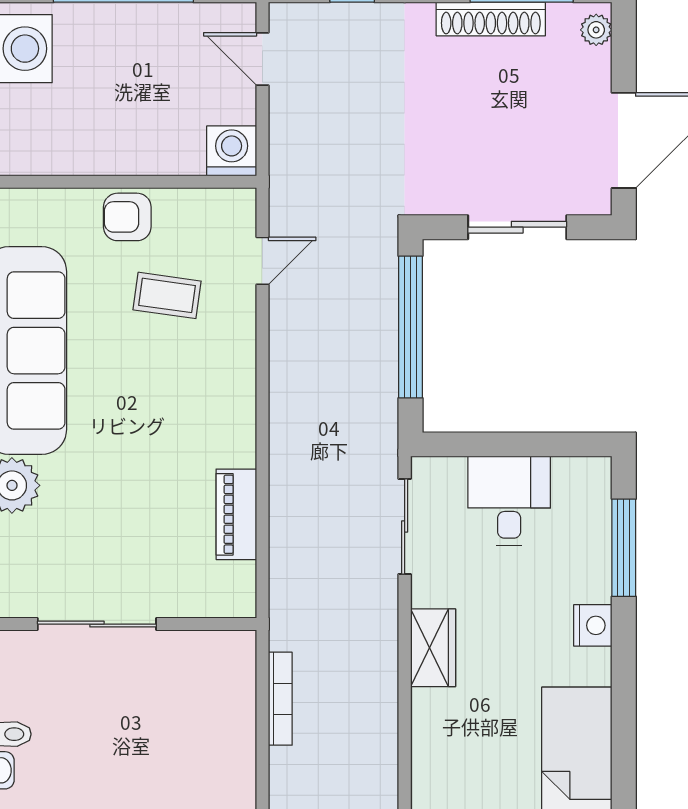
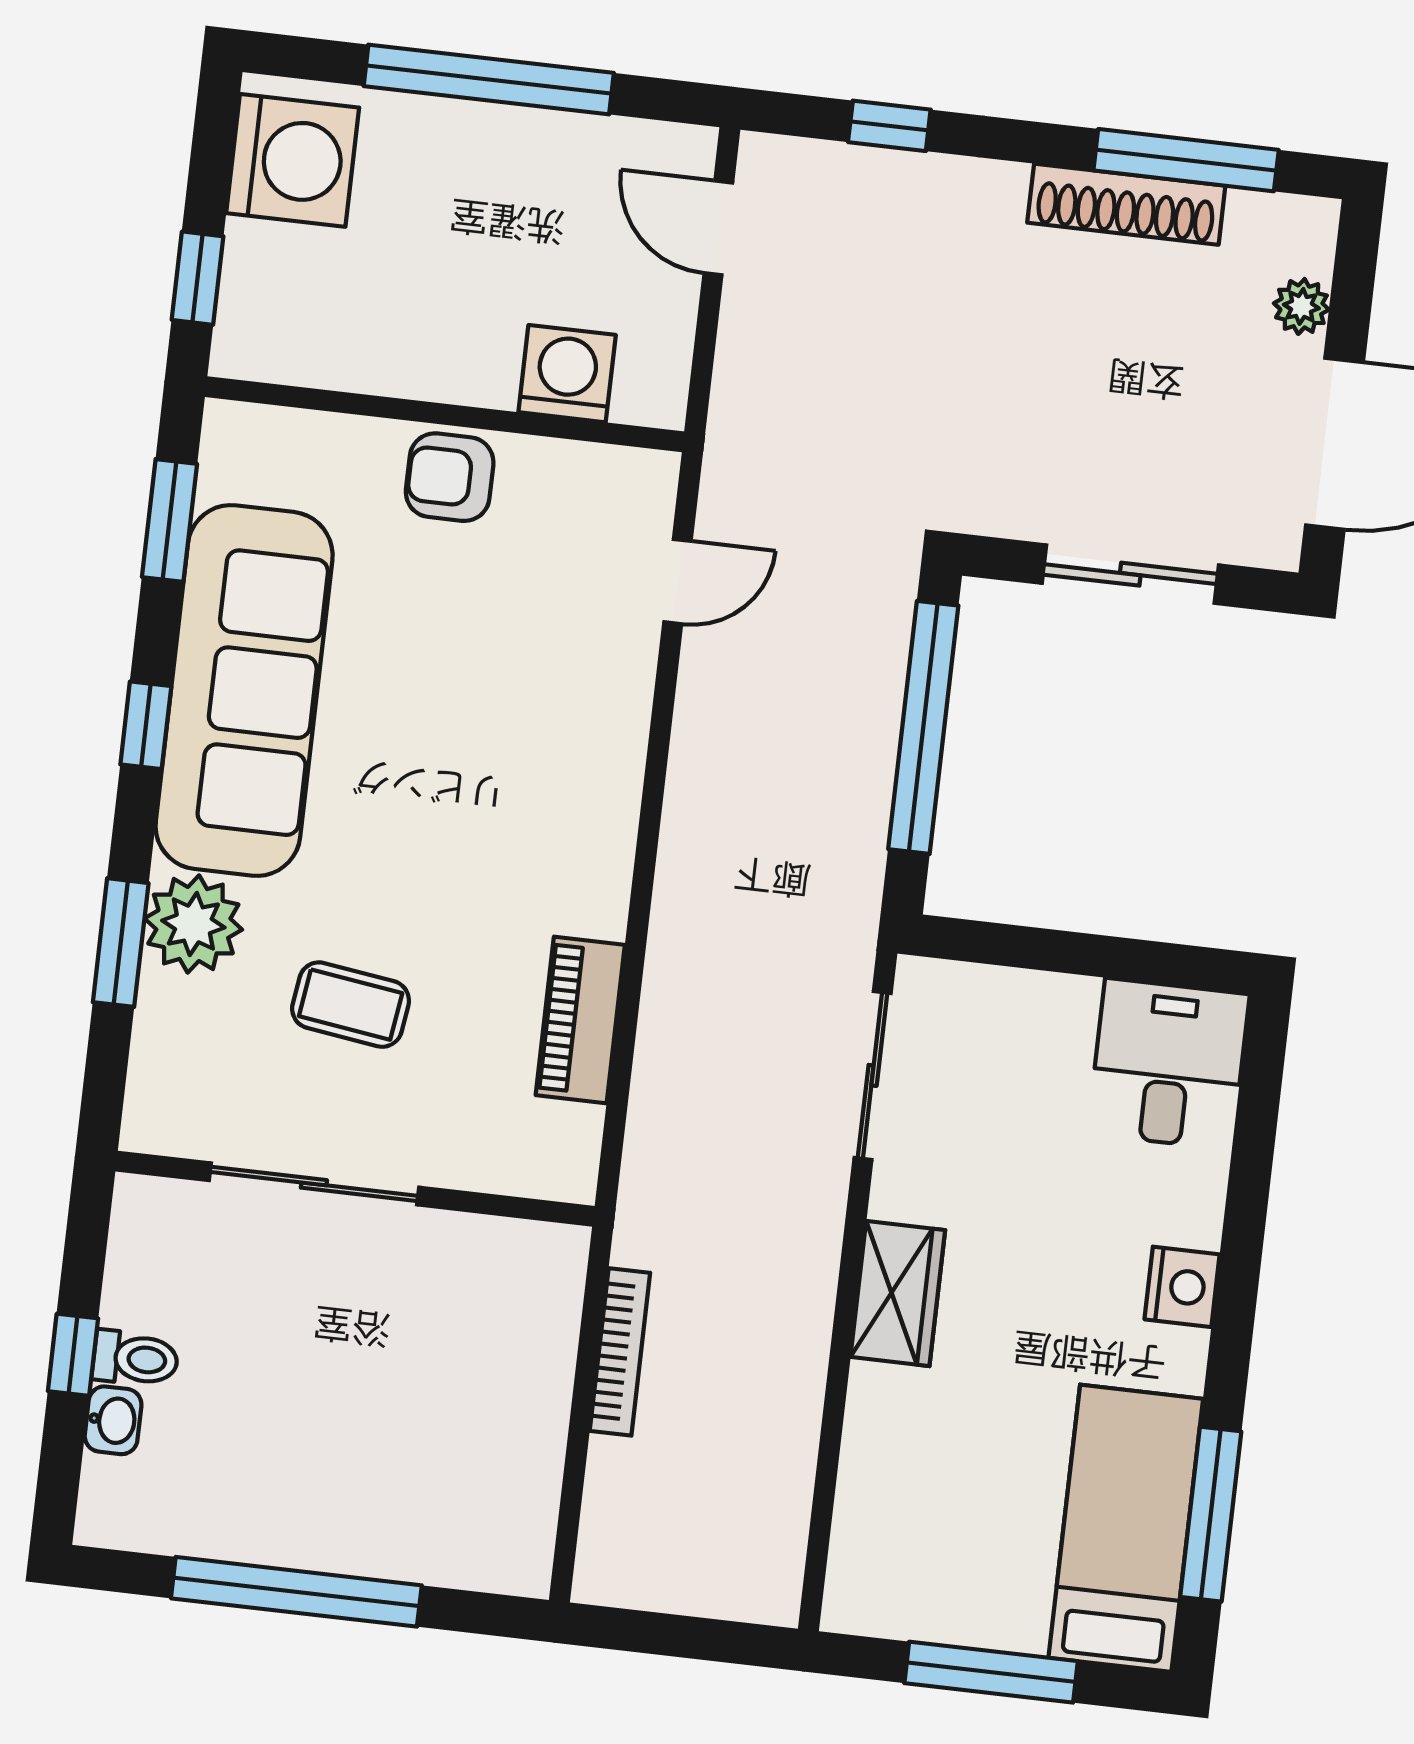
plant: (596, 30) -> (1301, 306), moved
washing machine: (232, 151) -> (567, 374), moved
coffee table: (167, 295) -> (351, 1005), moved
desk: (509, 501) -> (1168, 1064), moved
window: (624, 548) -> (1211, 1514), moved

